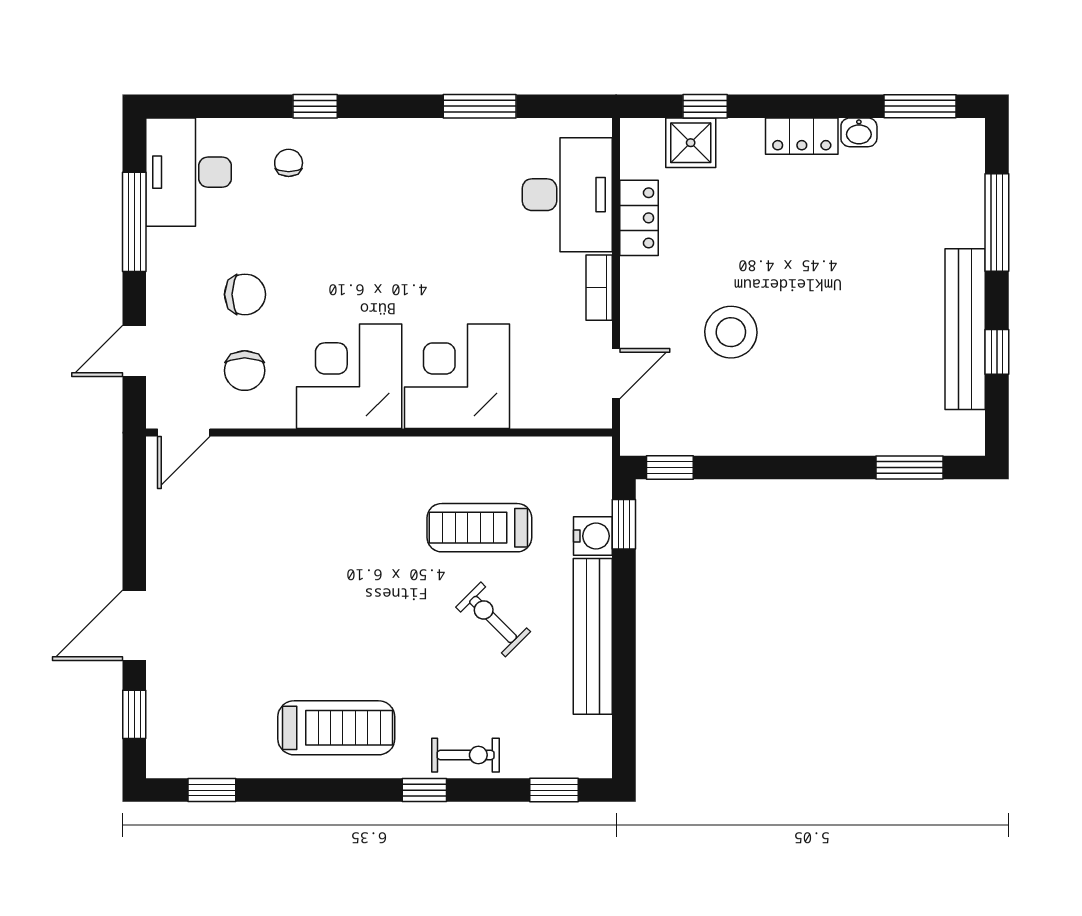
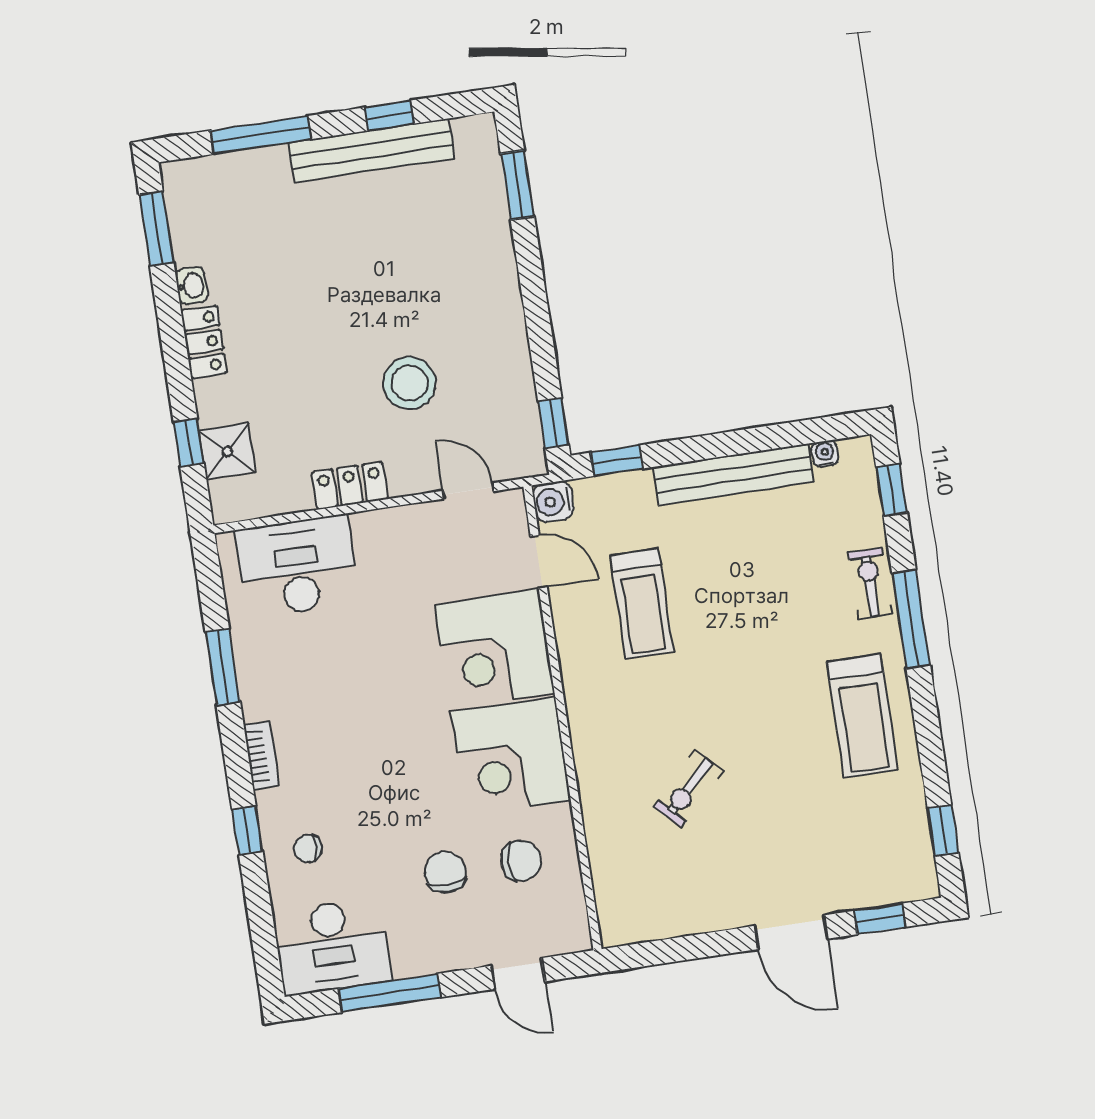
locker: (639, 218) -> (350, 486), moved
bookcase: (599, 288) -> (261, 756), moved, turned -90
door: (184, 433) -> (539, 562), moved
water cooler: (593, 536) -> (553, 502), moved, turned -90
exercise bike: (493, 619) -> (688, 789), moved
treadmill: (336, 728) -> (862, 716), turned 180
water cooler: (600, 730) -> (825, 454), added
window: (424, 790) -> (911, 619), width x2.17

